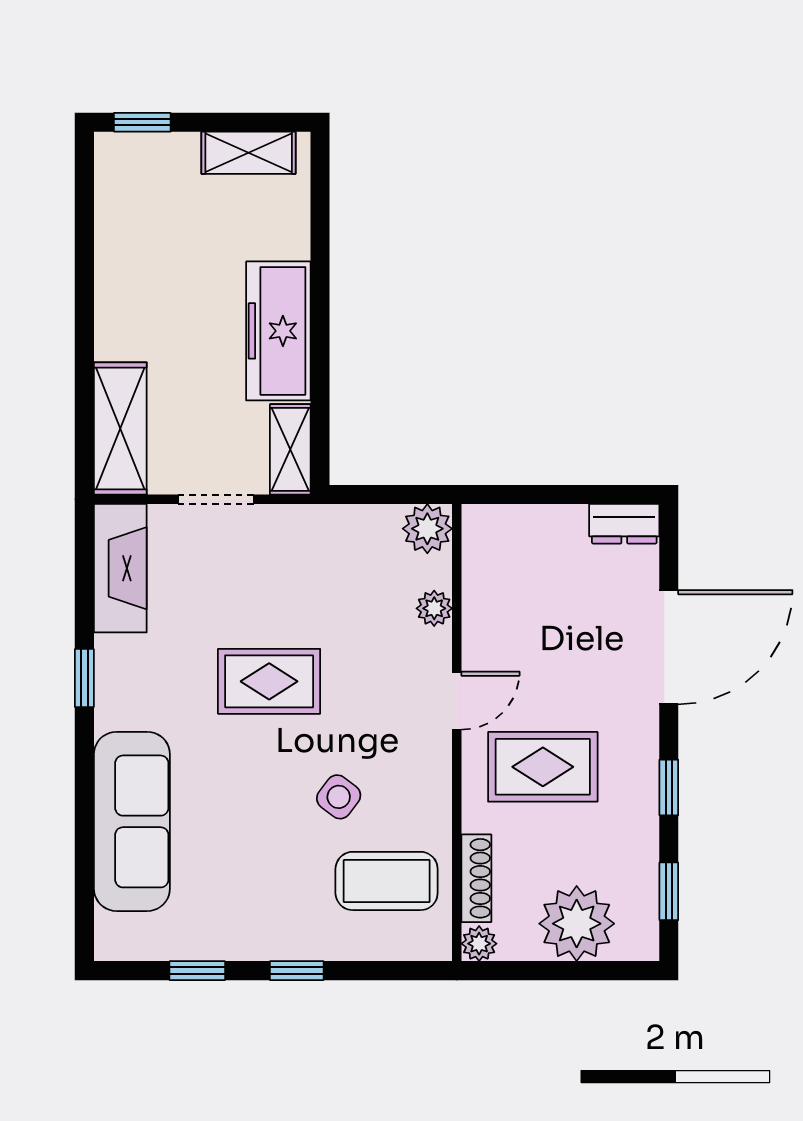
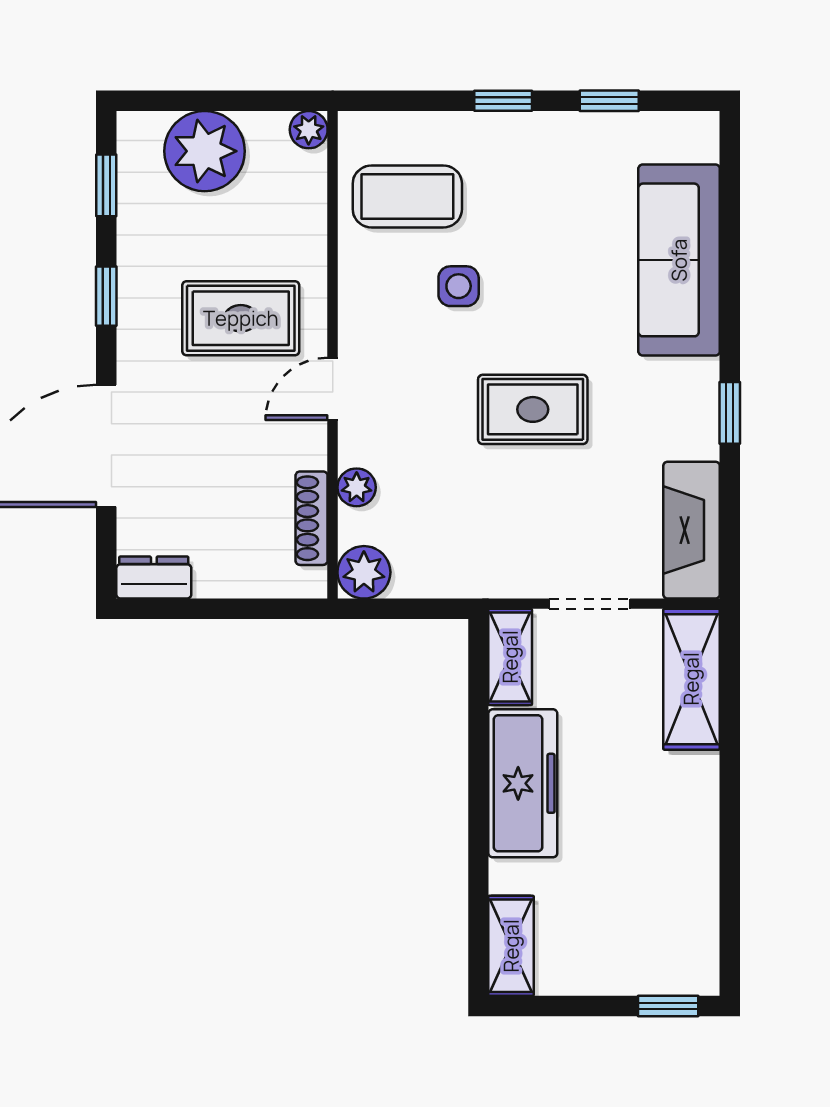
shelving: (249, 153) -> (511, 946), moved, turned 90
side table: (339, 797) -> (459, 286), turned -37
shoe rack: (476, 878) -> (312, 518), moved

